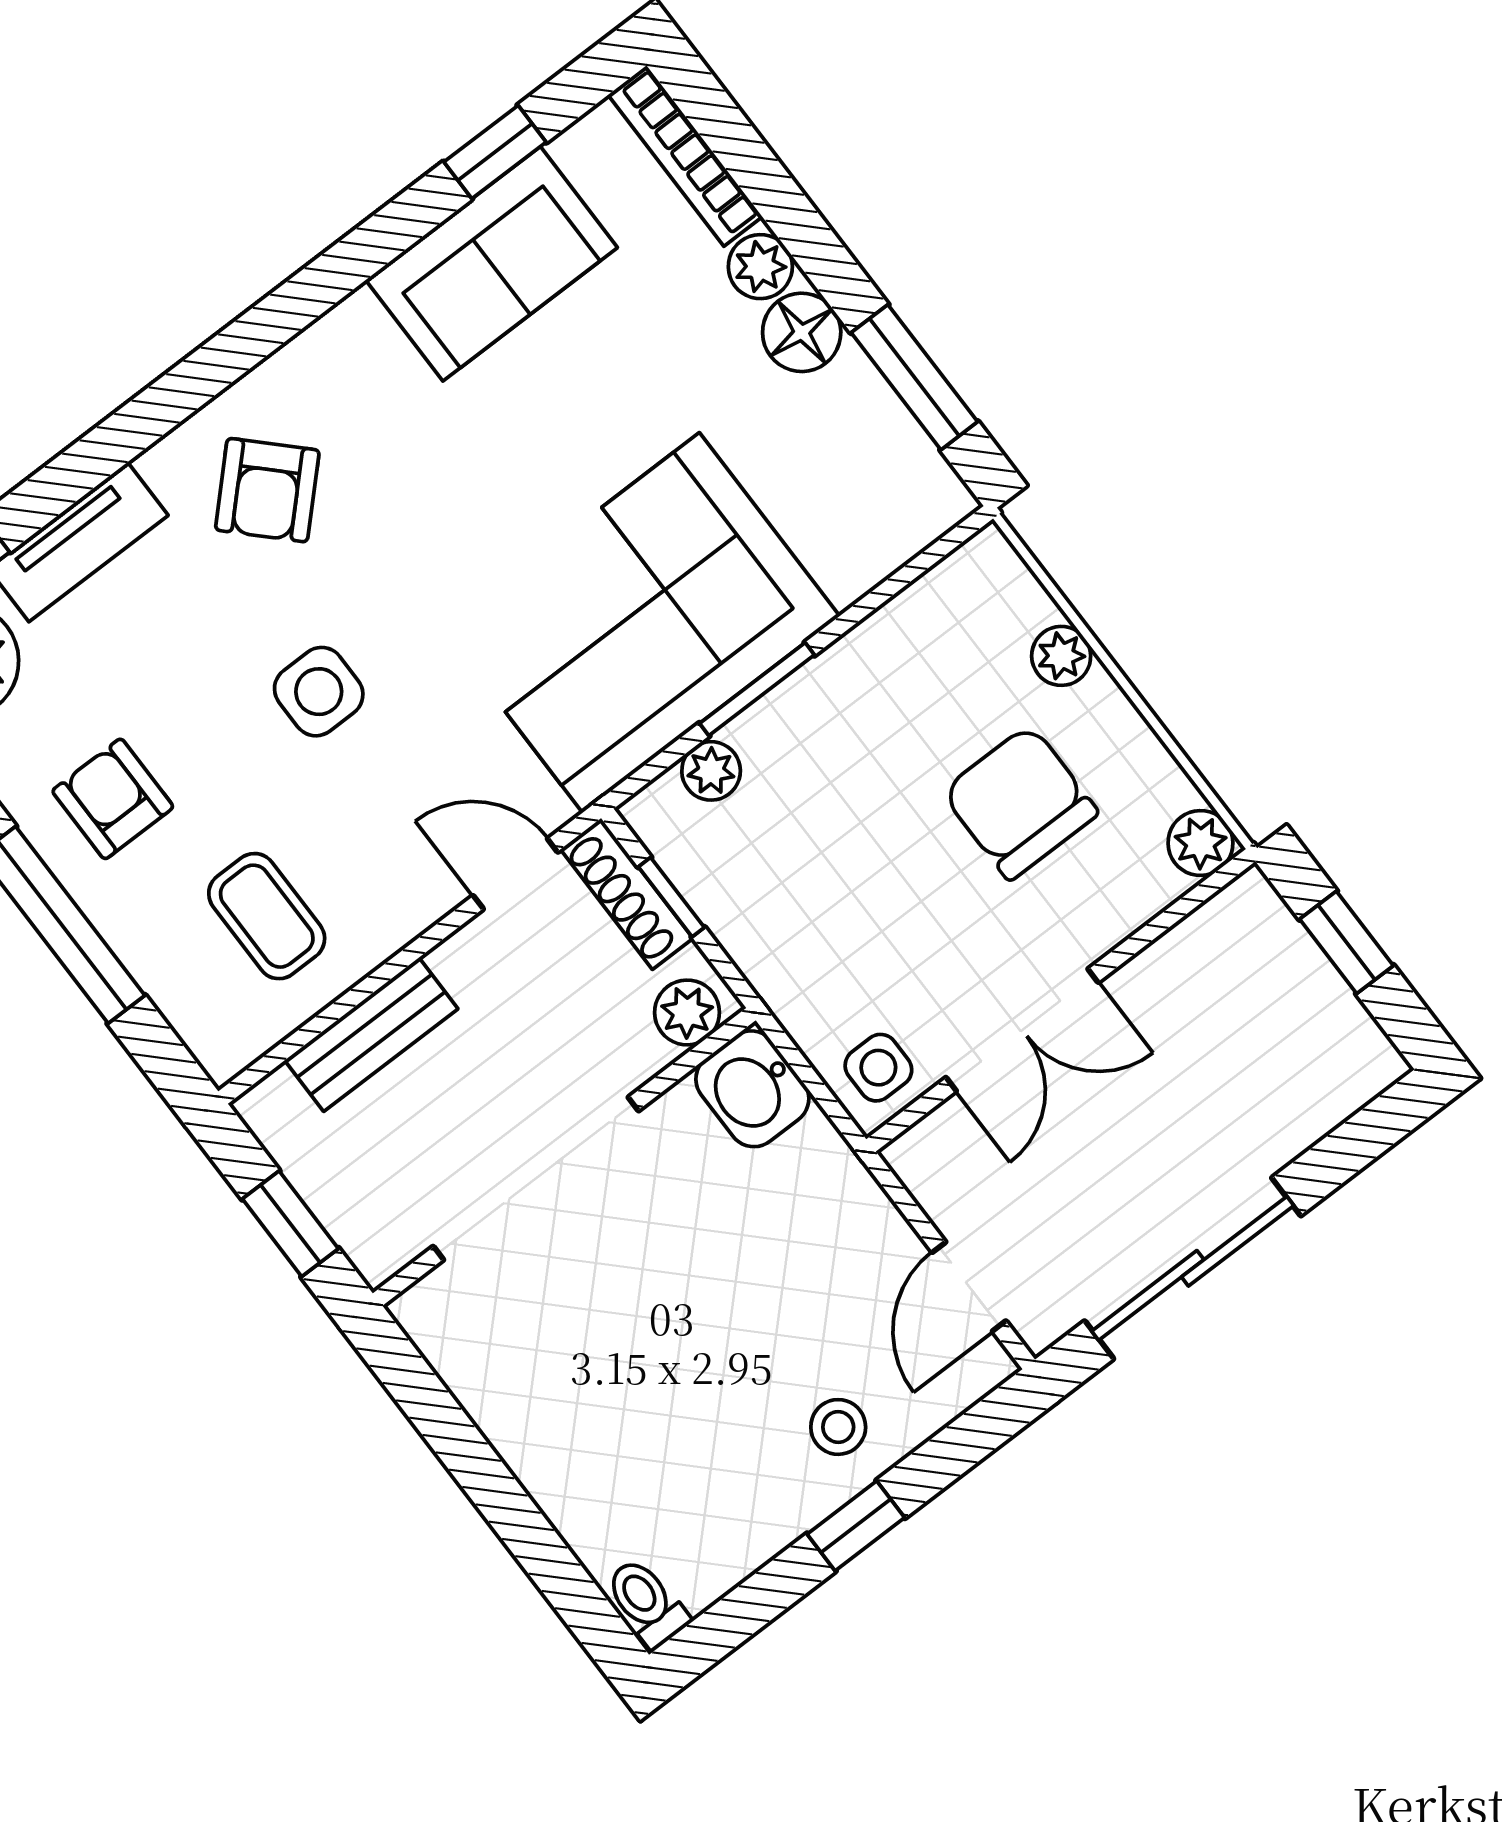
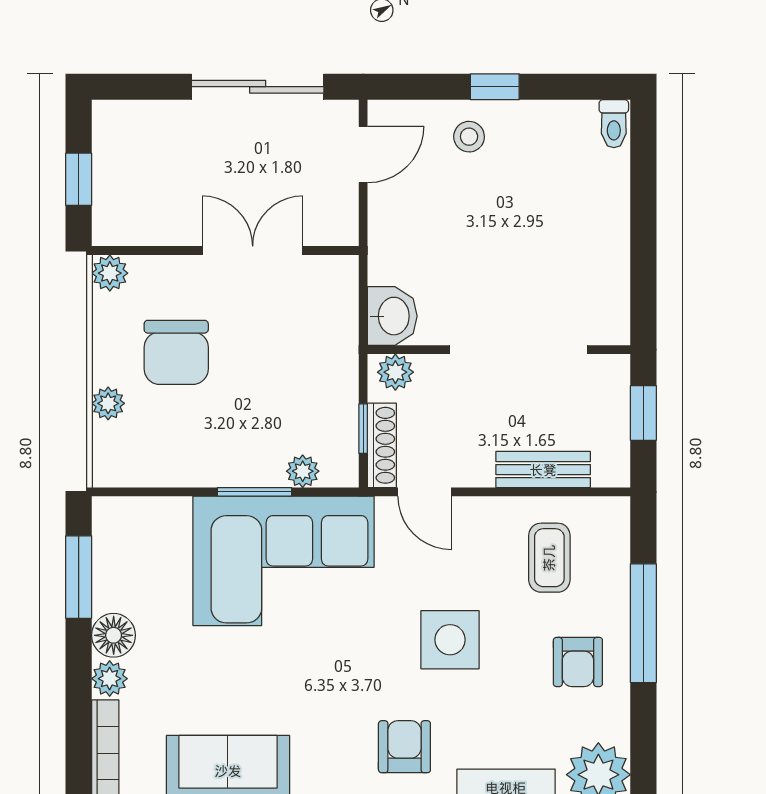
armchair: (267, 490) -> (404, 747), turned -45
side table: (319, 692) -> (450, 640), width x1.37, depth x1.37
side table: (878, 1068) -> (329, 283), removed

